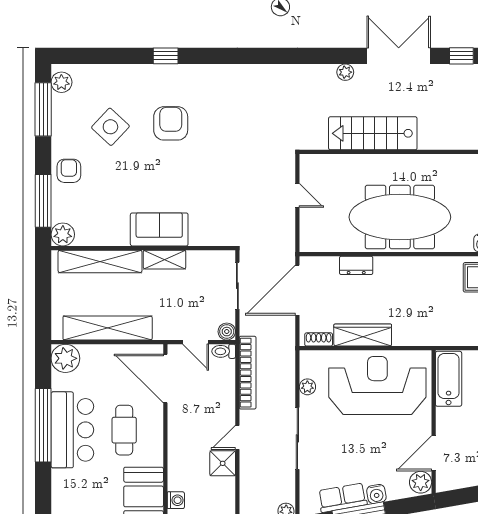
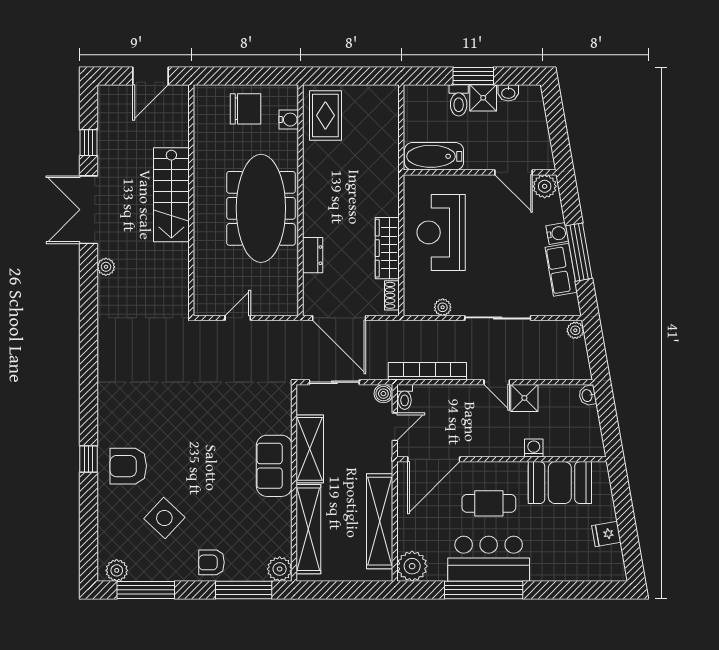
armchair: (171, 123) -> (128, 466), moved
stairs: (373, 133) -> (171, 195), moved
shelving: (165, 260) -> (310, 449), width x1.50, depth x1.33
reception desk: (377, 385) -> (441, 232), width x0.74, depth x0.77
washing machine: (176, 500) -> (534, 448), moved

